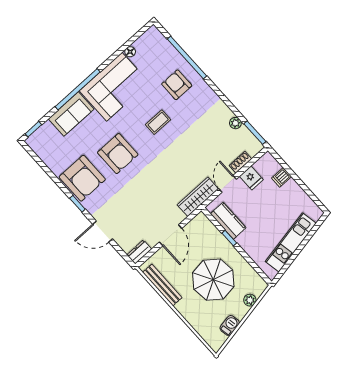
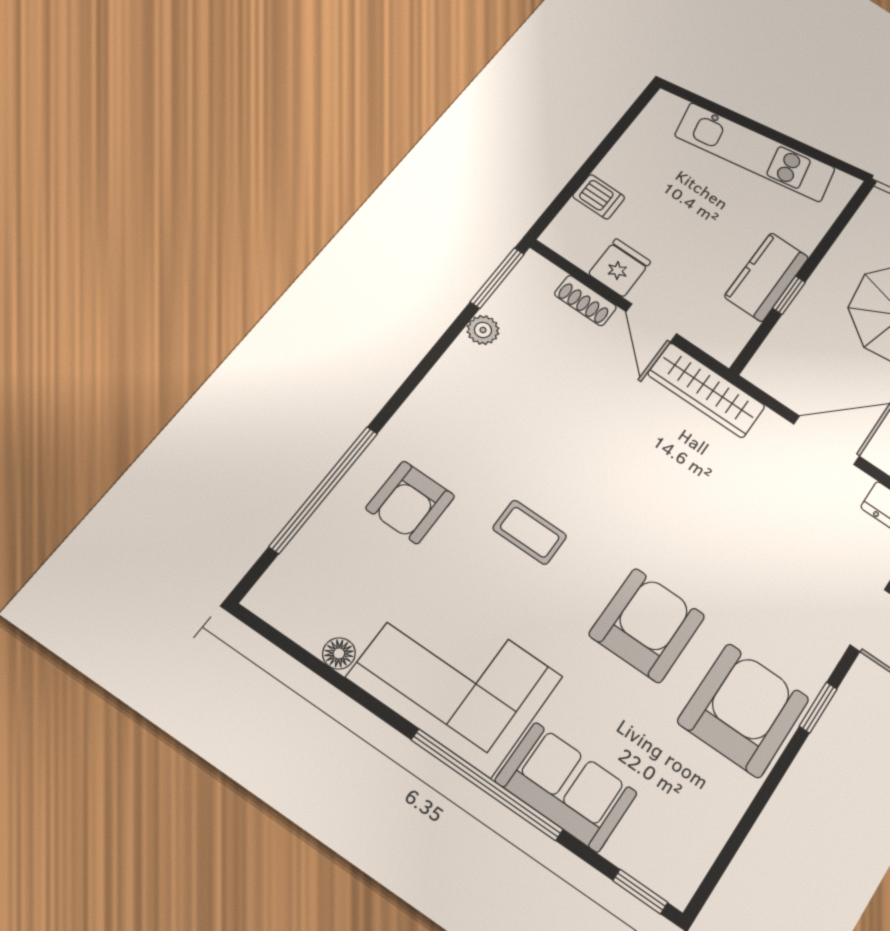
door: (227, 184) -> (651, 323), hinge flipped
kitchen counter: (228, 221) -> (767, 277), moved

